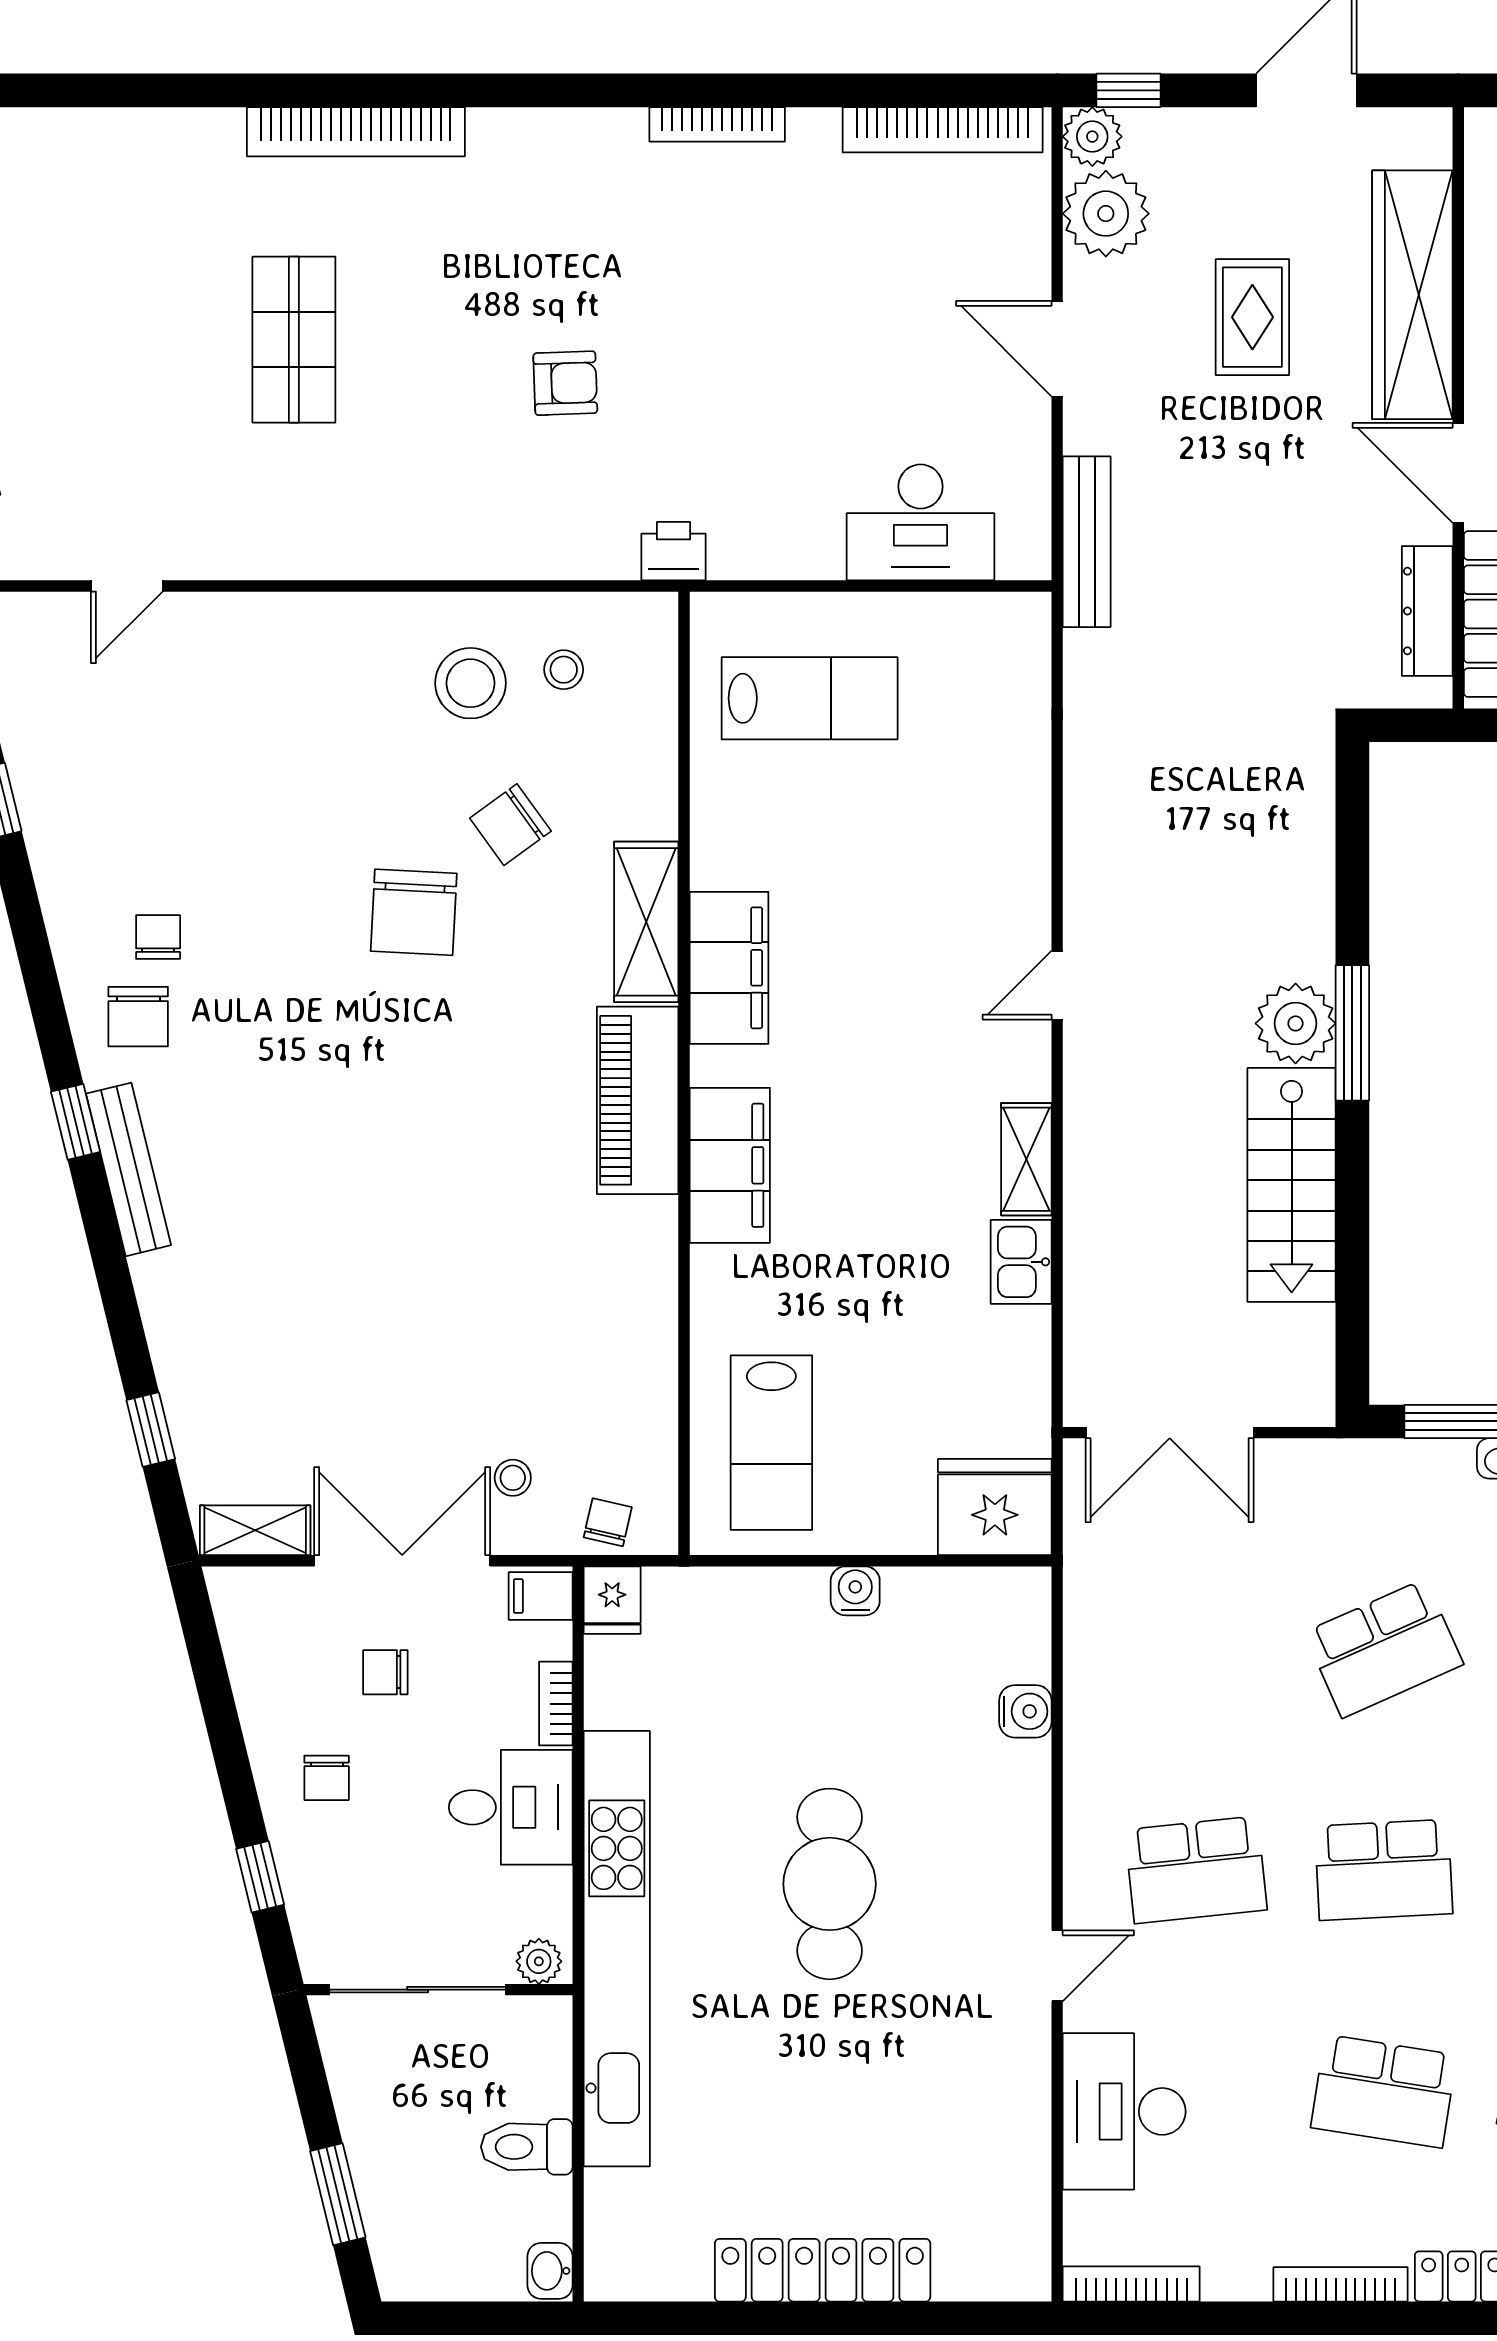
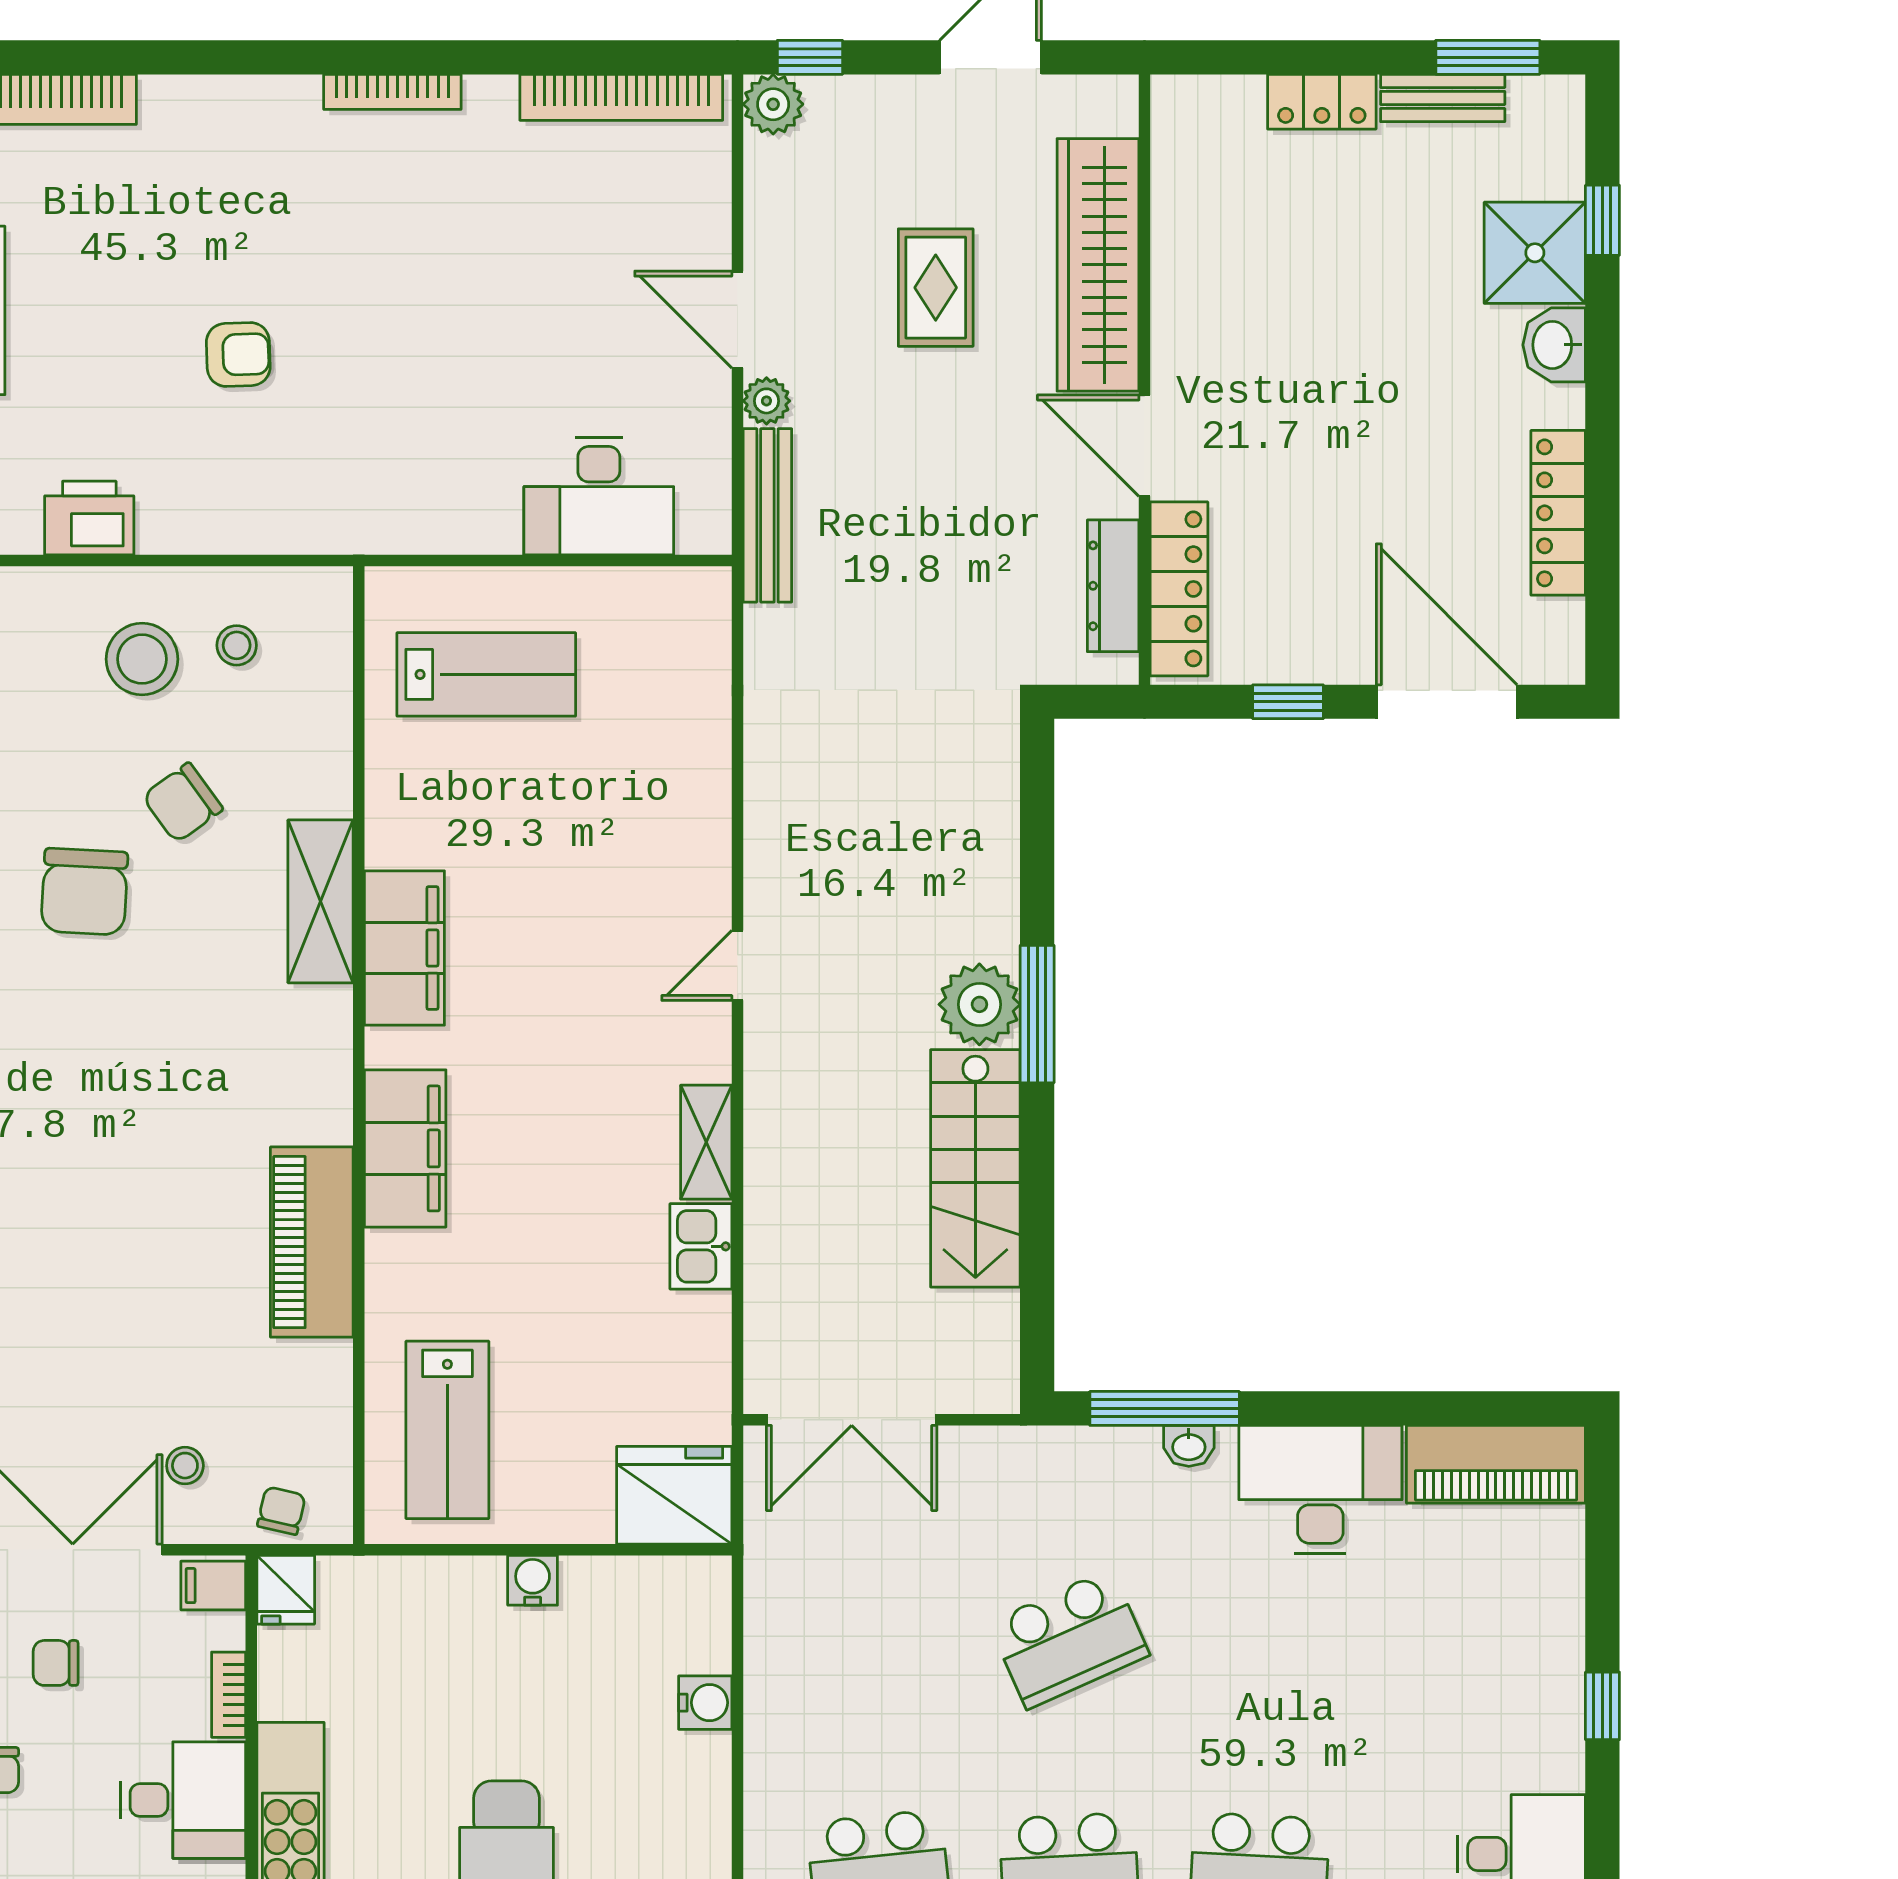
plant: (1106, 214) -> (766, 401), moved, width x0.53, depth x0.53
printer: (674, 551) -> (89, 518), moved, width x1.36, depth x1.24
piano: (638, 1100) -> (312, 1242), moved

